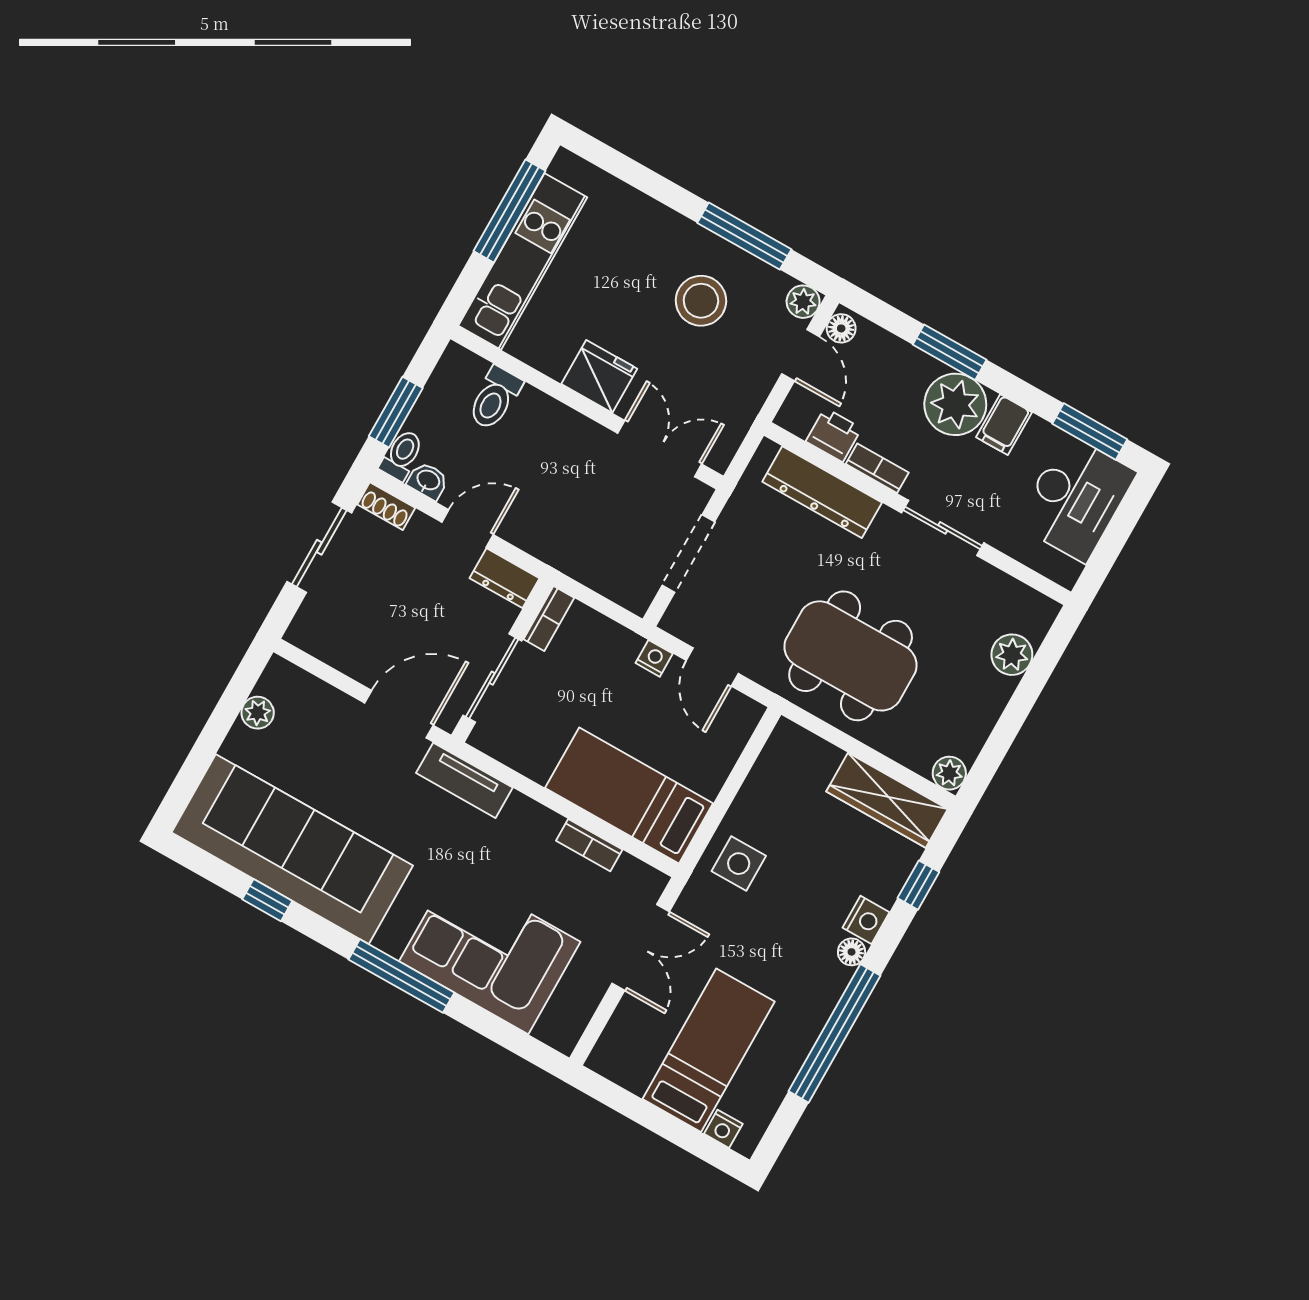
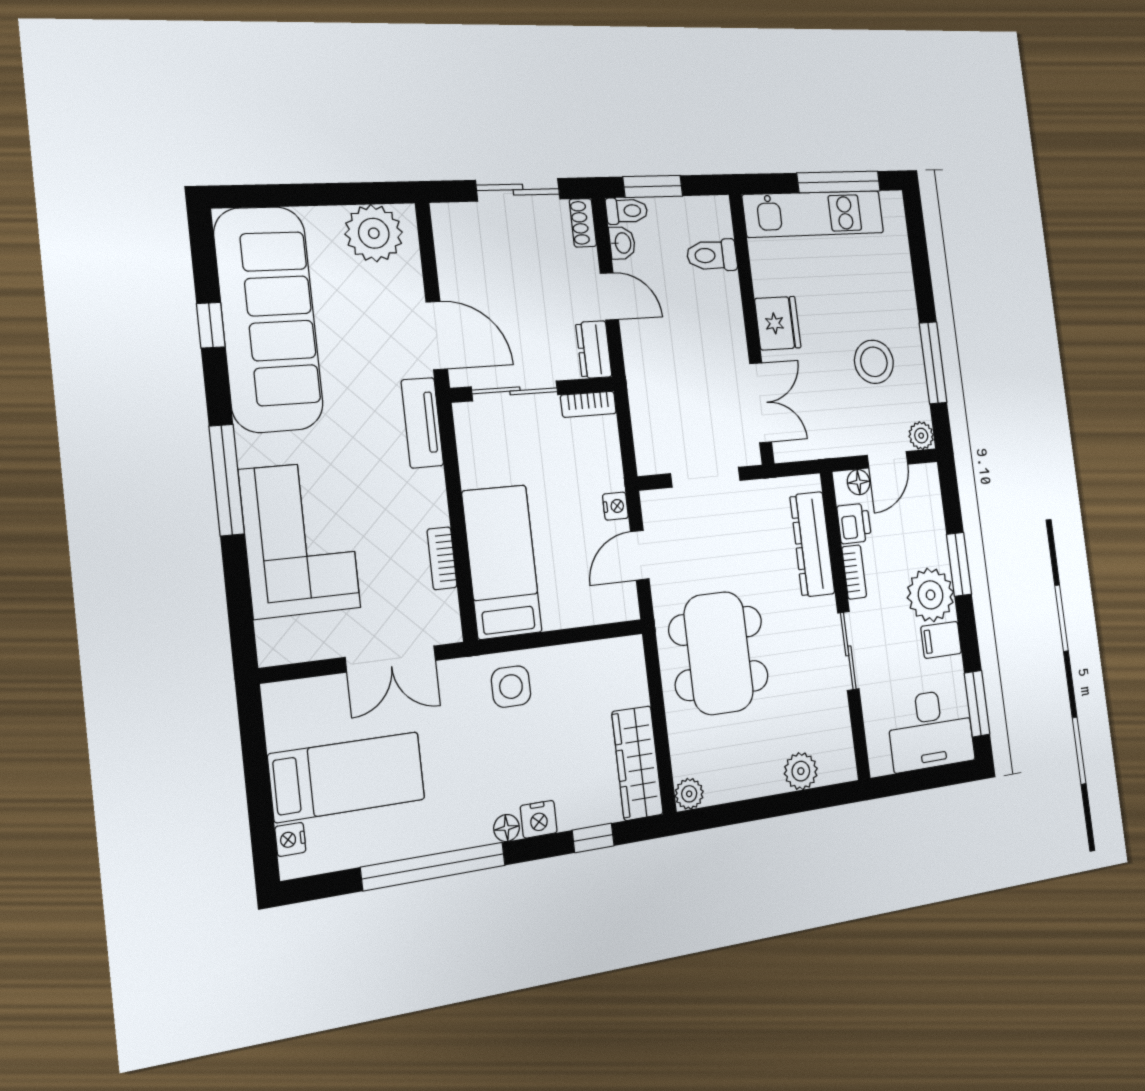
floor lamp: (841, 328) -> (859, 482), moved
plant: (258, 713) -> (374, 233), width x1.87, depth x1.87

